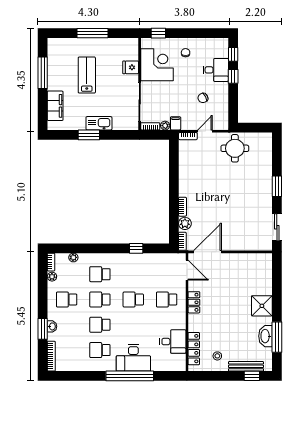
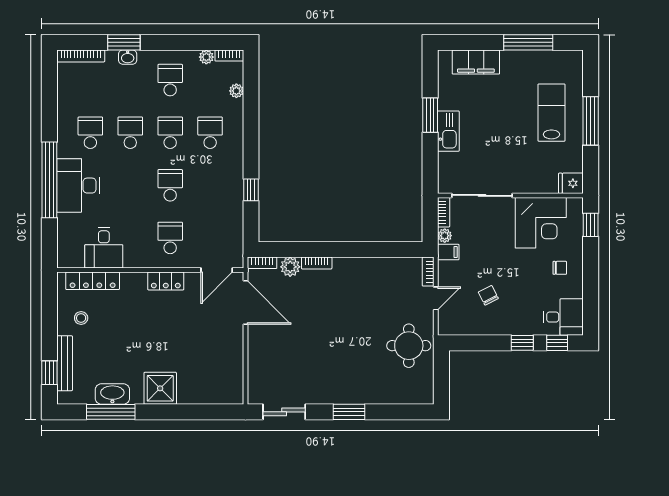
fridge: (131, 67) -> (571, 183), moved, turned -90
desk: (216, 70) -> (563, 317), moved, turned -90
lab bench: (87, 75) -> (551, 113), moved, turned -90
door: (205, 131) -> (436, 298), hinge flipped

